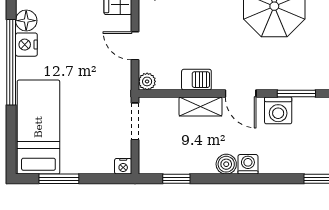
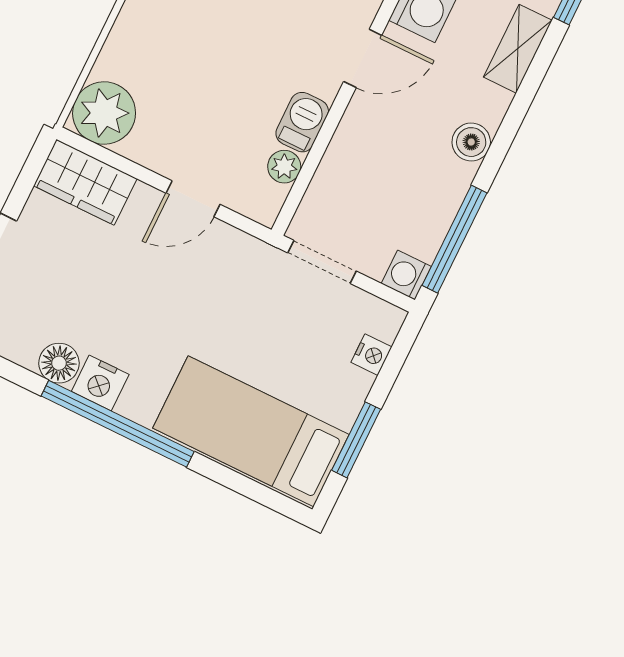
plant: (147, 81) -> (284, 167), moved
shelving: (200, 107) -> (518, 49), moved
washing machine: (248, 164) -> (406, 275), moved
nightstand: (123, 166) -> (371, 355), moved
window: (176, 179) -> (454, 239), width x2.17

